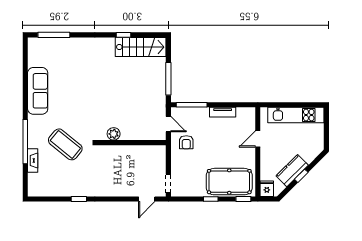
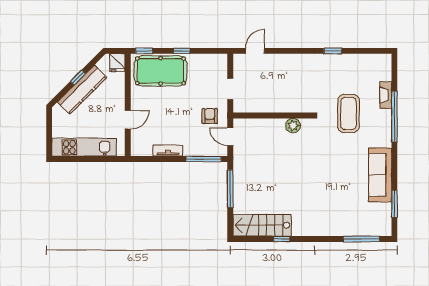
window: (25, 66) -> (394, 204), added
coffee table: (65, 144) -> (348, 113), turned 51
kitchen counter: (292, 171) -> (82, 90), width x1.50
doorway: (168, 184) -> (230, 89), moved

